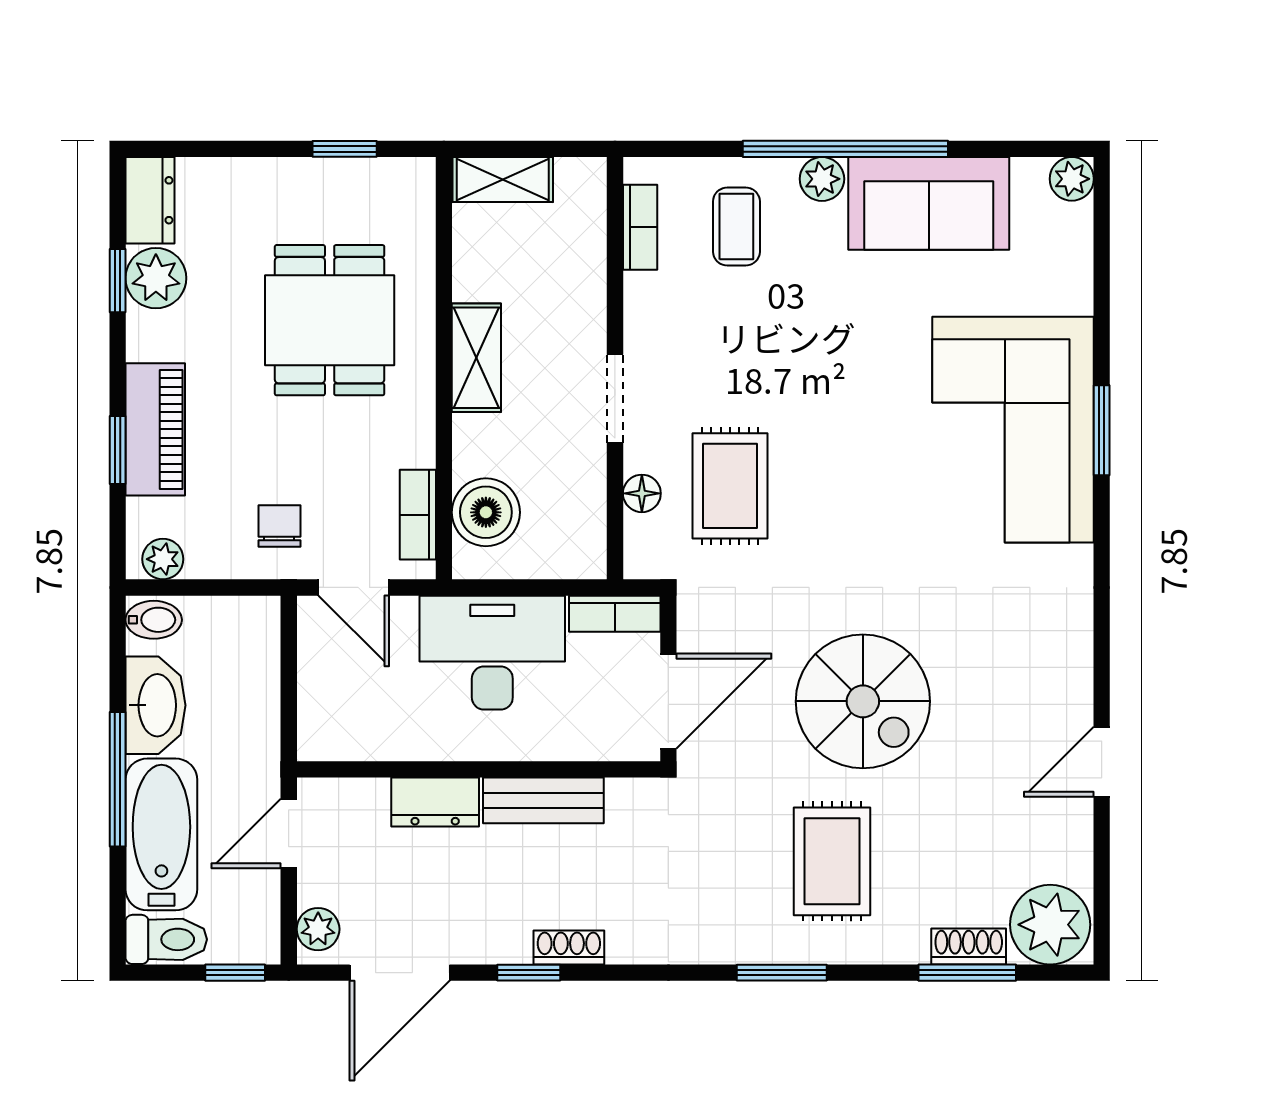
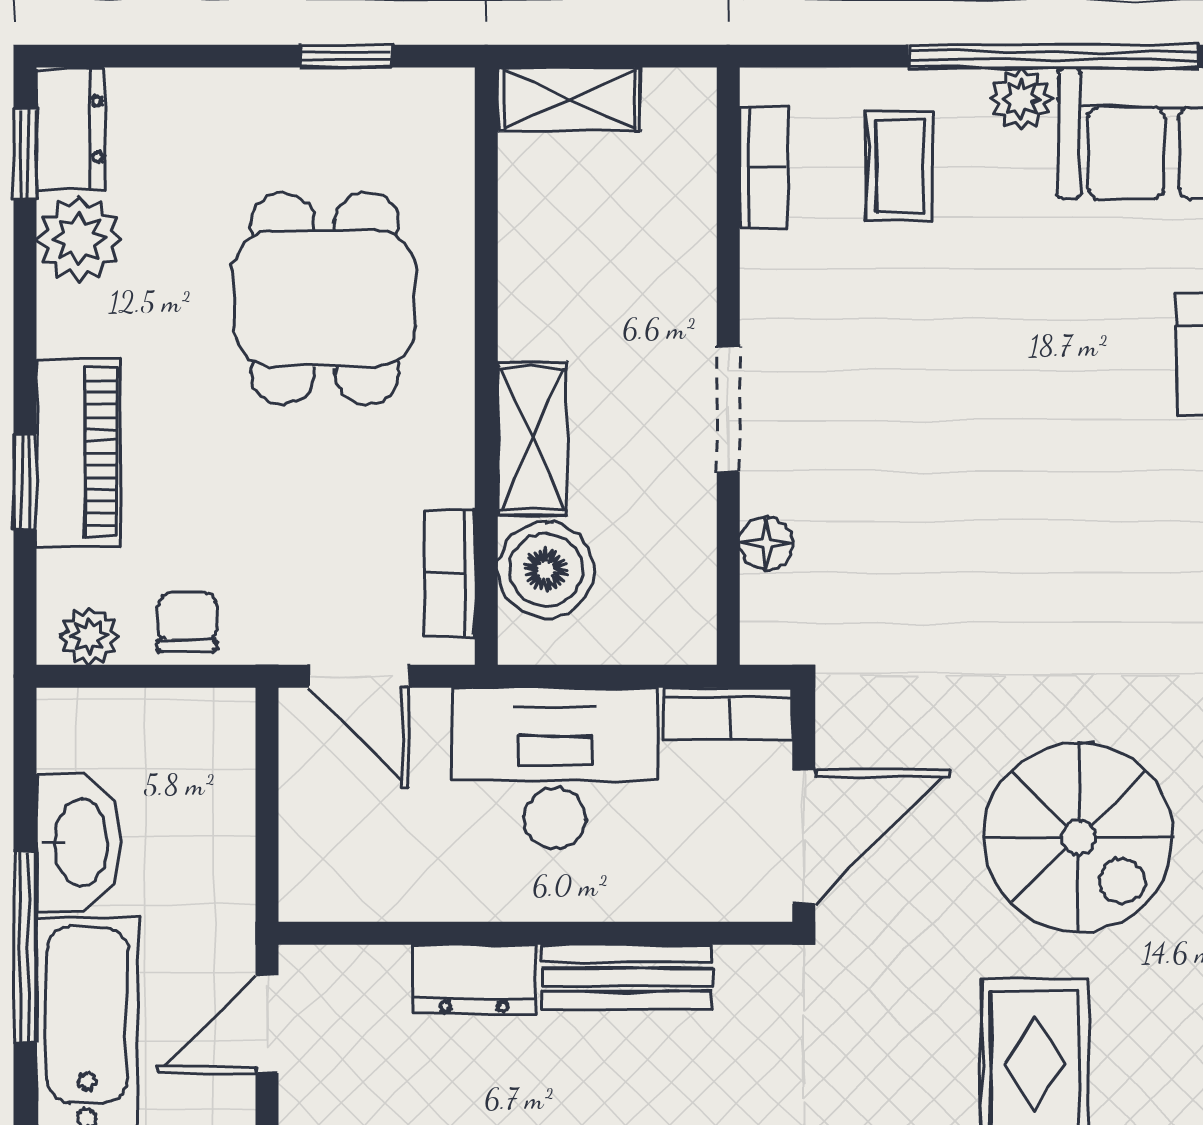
window: (118, 281) -> (25, 154), moved
shelving: (476, 358) -> (532, 439), moved
rug: (730, 486) -> (891, 533), removed
chair: (279, 526) -> (187, 622), moved
bidet: (154, 620) -> (76, 722), removed

